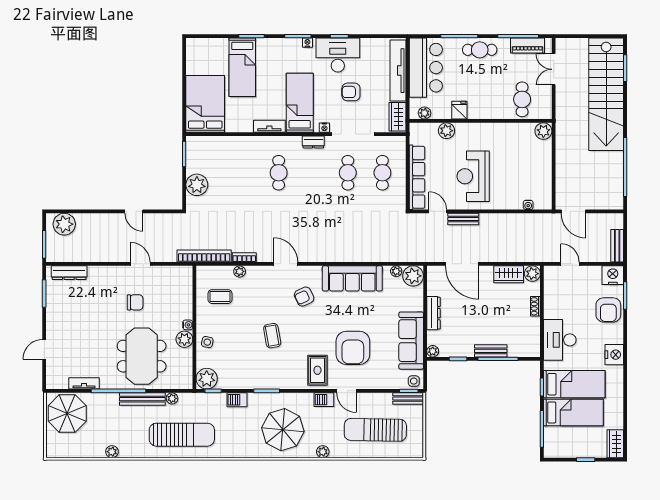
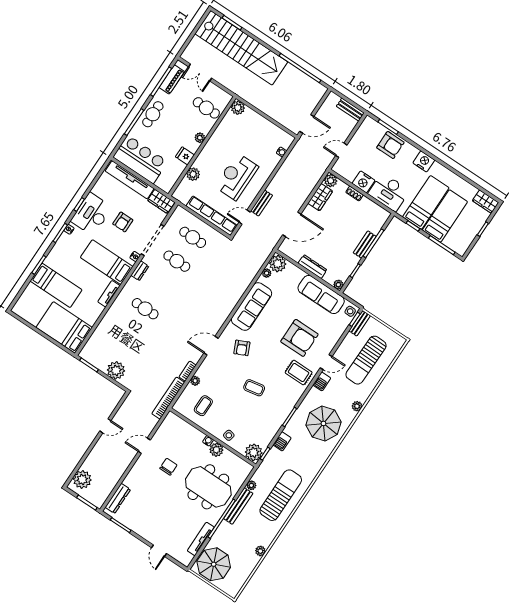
plant: (425, 113) -> (200, 138), moved
reception desk: (473, 176) -> (237, 177), turned 90
nightstand: (613, 275) -> (364, 182), moved, turned -90
tv unit: (84, 383) -> (201, 539), width x1.41

